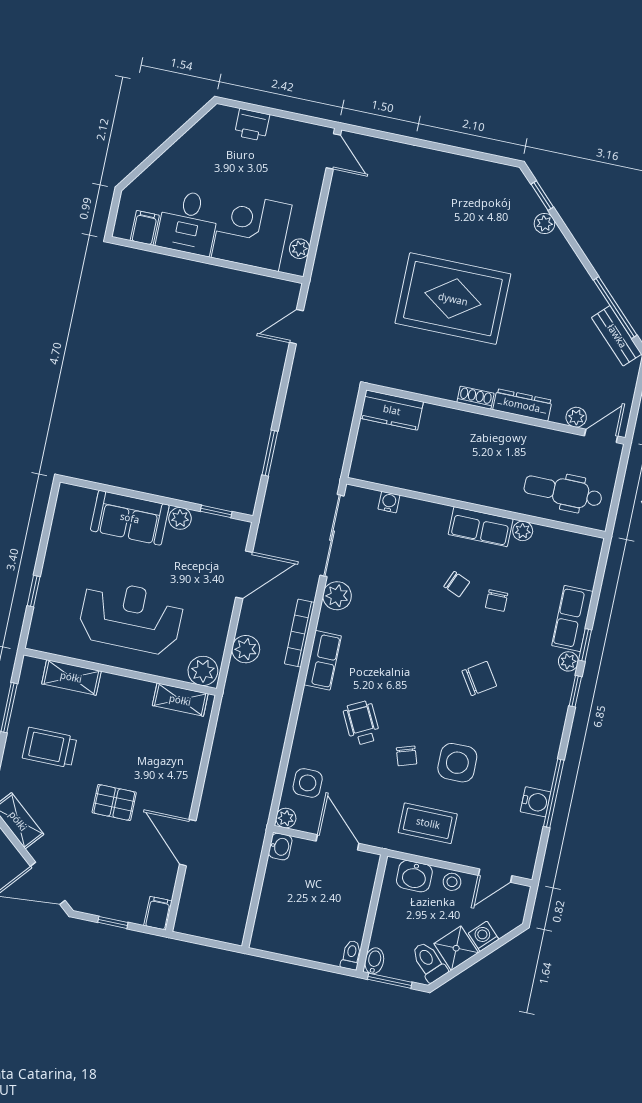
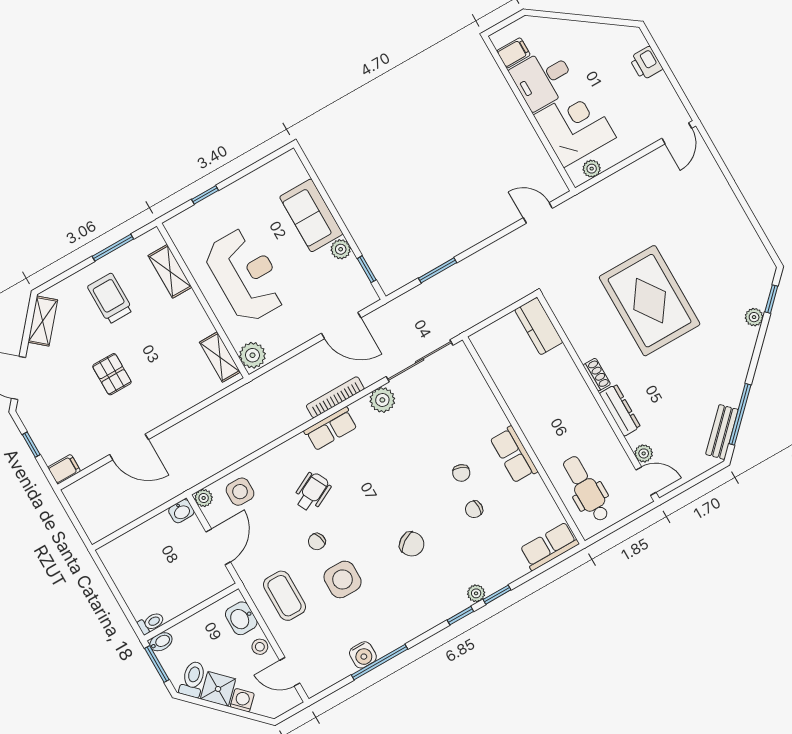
water cooler: (389, 502) -> (476, 379), removed
plant: (523, 531) -> (536, 485), removed
row of seats: (572, 619) -> (549, 546), moved
plant: (246, 649) -> (292, 371), removed
door: (188, 843) -> (129, 447), swing flipped

